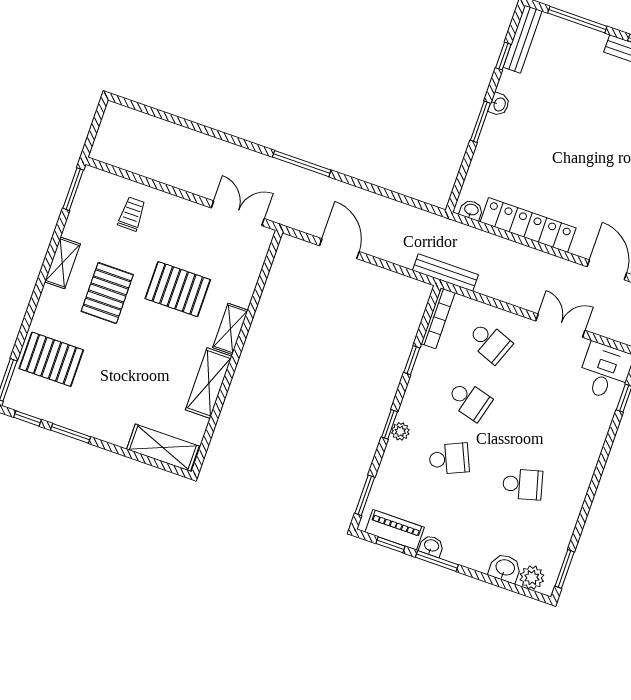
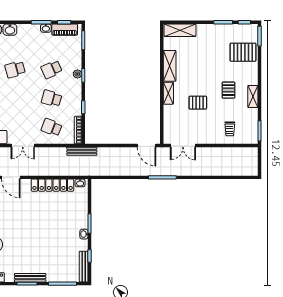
door: (339, 249) -> (147, 146), moved
pallet: (178, 289) -> (198, 103), width x0.67, depth x0.71
pallet: (107, 293) -> (228, 90), width x0.67, depth x0.71

